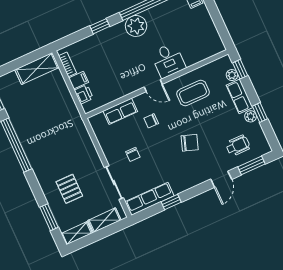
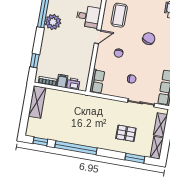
window: (100, 26) -> (35, 61), moved
row of seats: (120, 111) -> (97, 81), moved

